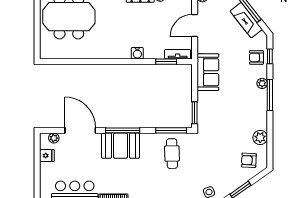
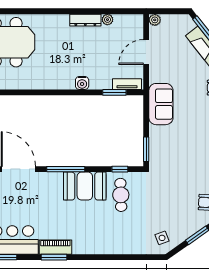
window: (171, 130) -> (120, 169), width x0.46
booth: (120, 146) -> (85, 186), moved

